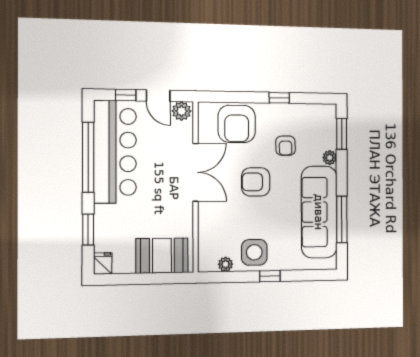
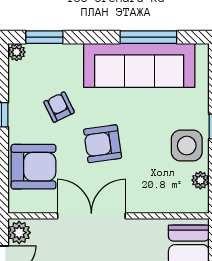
armchair: (286, 146) -> (59, 107), turned -115
plant: (330, 158) -> (17, 52), moved
armchair: (256, 182) -> (103, 144), turned 82

